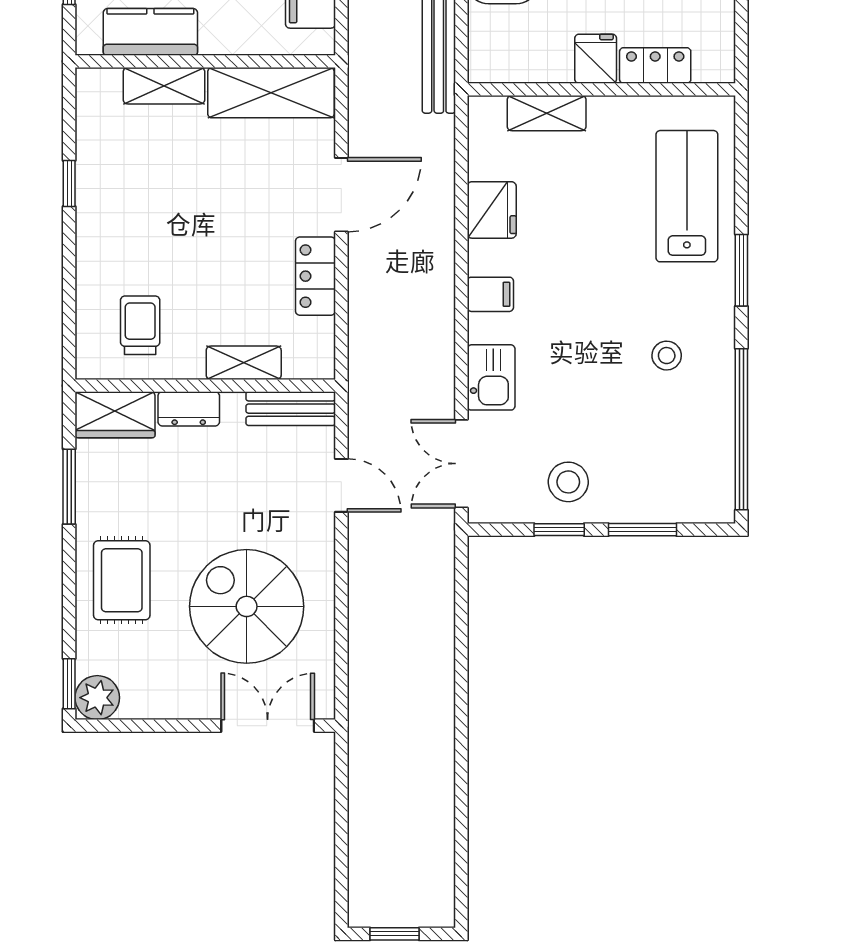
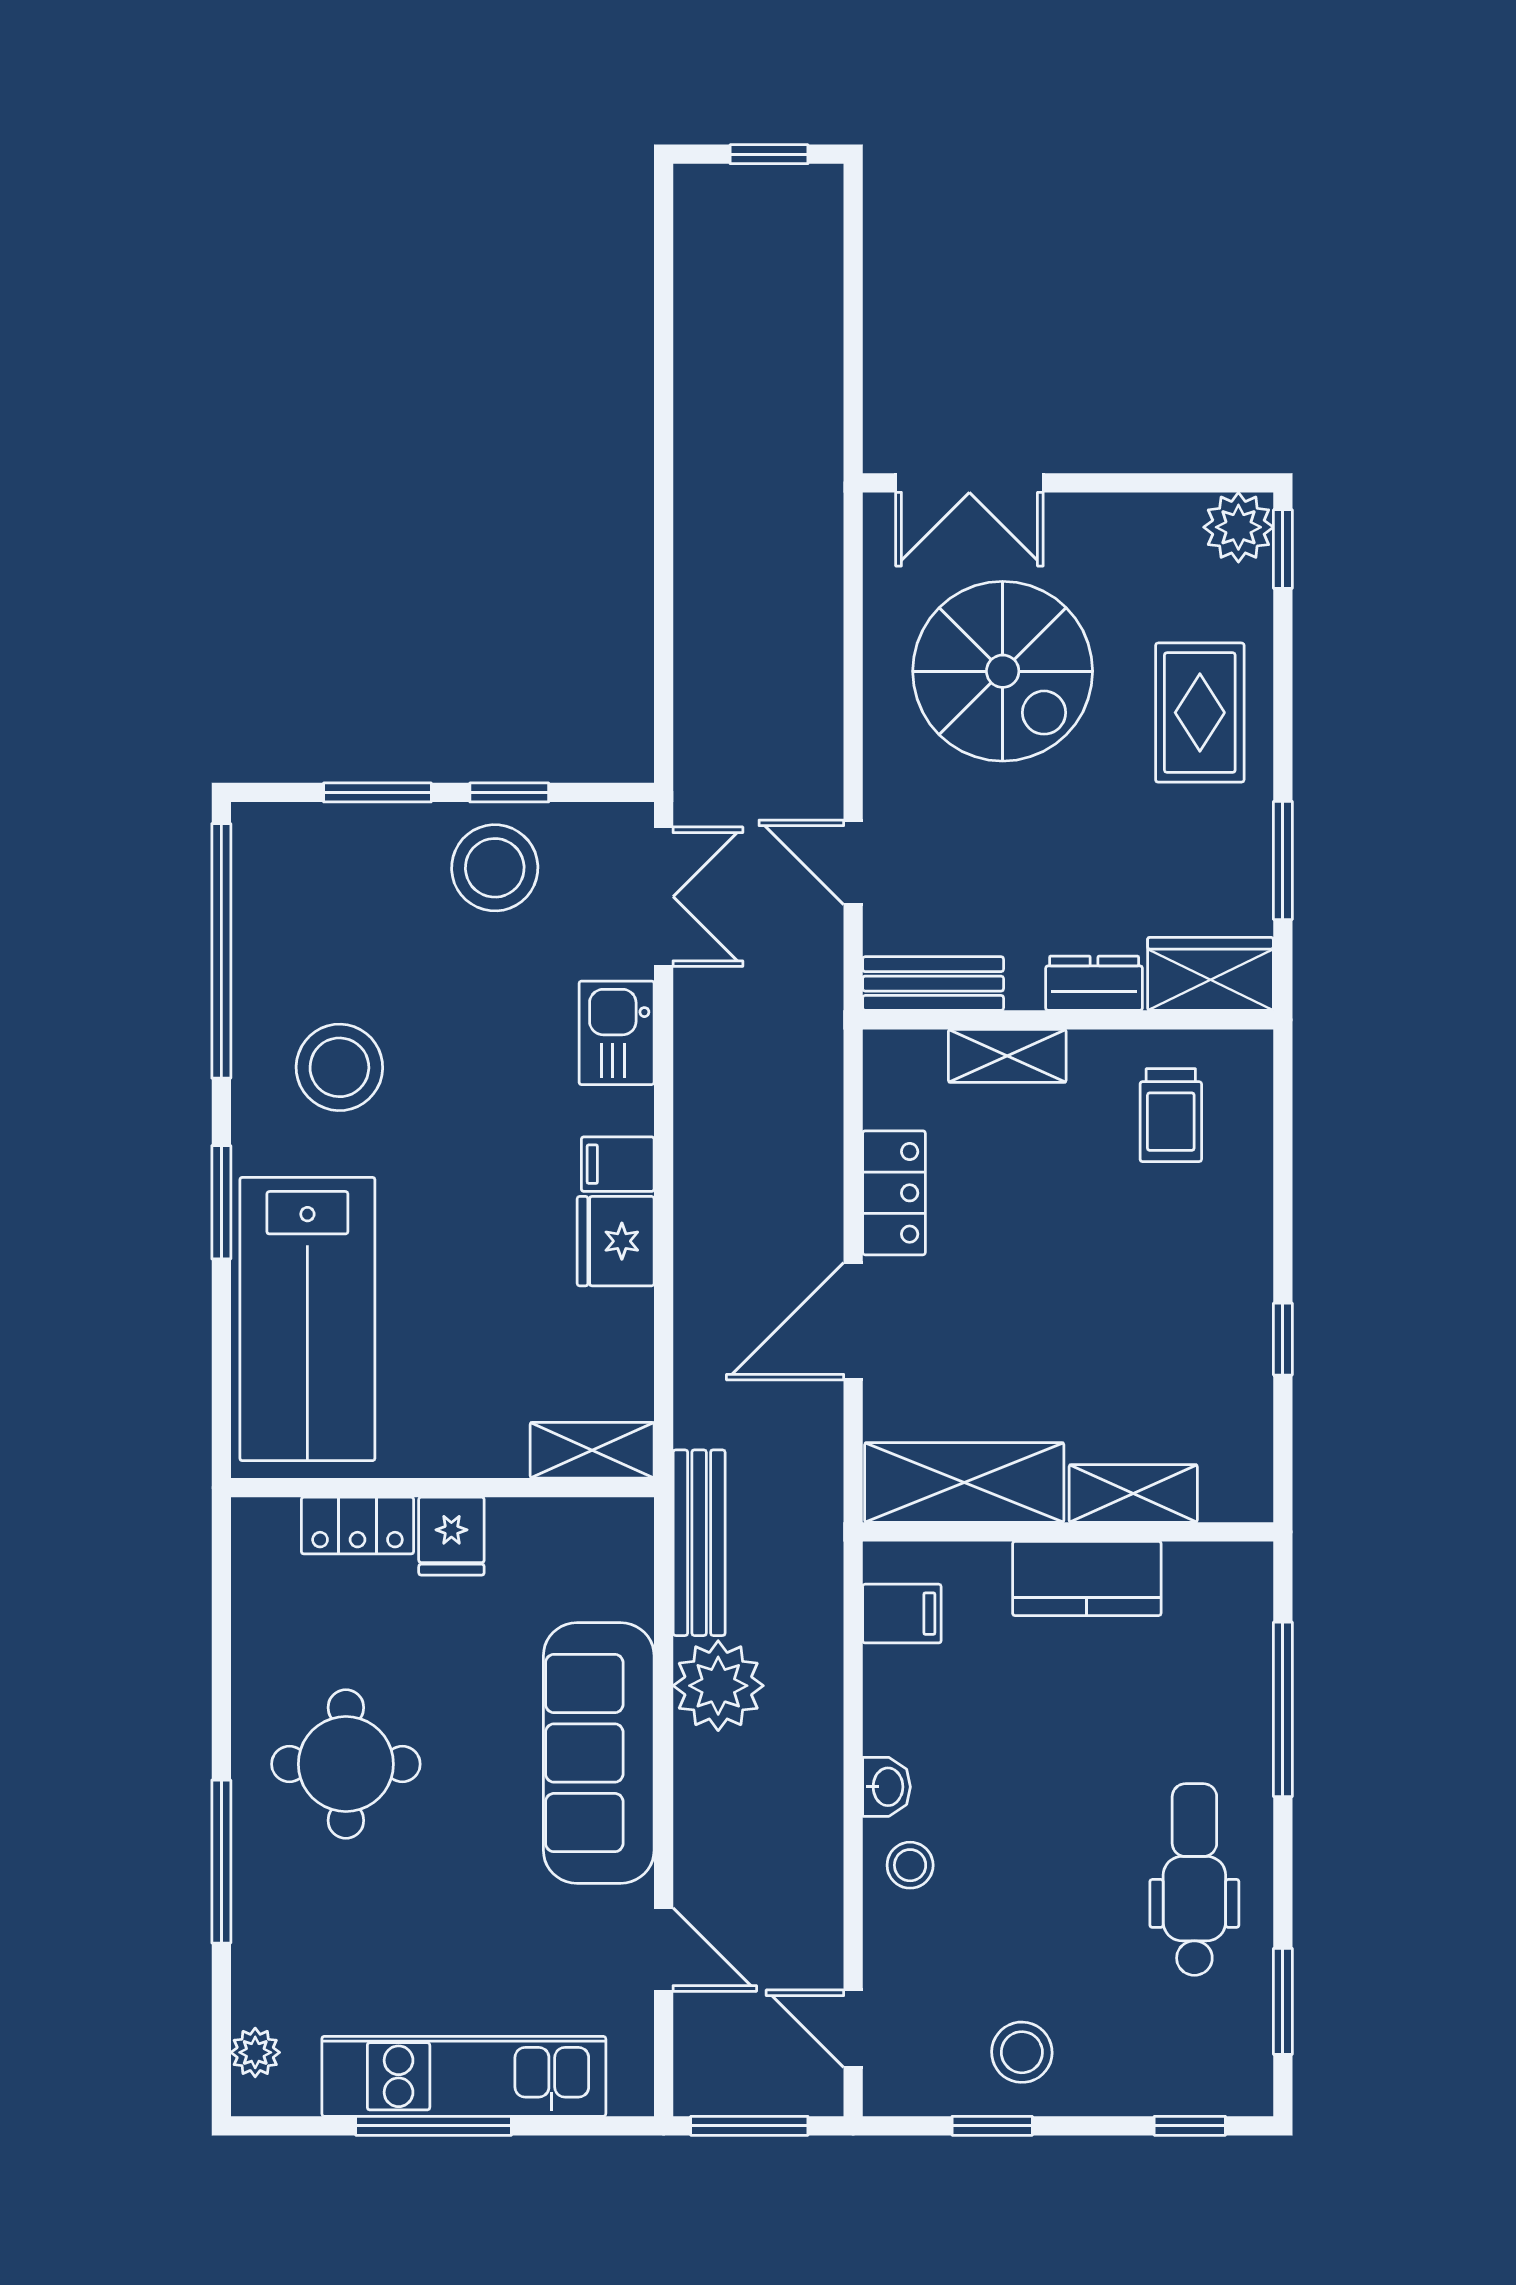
kitchen counter: (150, 32) -> (1087, 1578), moved
shelving: (547, 113) -> (592, 1450), moved
lab bench: (687, 196) -> (307, 1319), width x1.36, depth x1.39
fridge: (492, 210) -> (616, 1241), moved
stool: (667, 356) -> (339, 1067), width x1.89, depth x1.89
stool: (568, 482) -> (495, 868), width x1.38, depth x1.38

